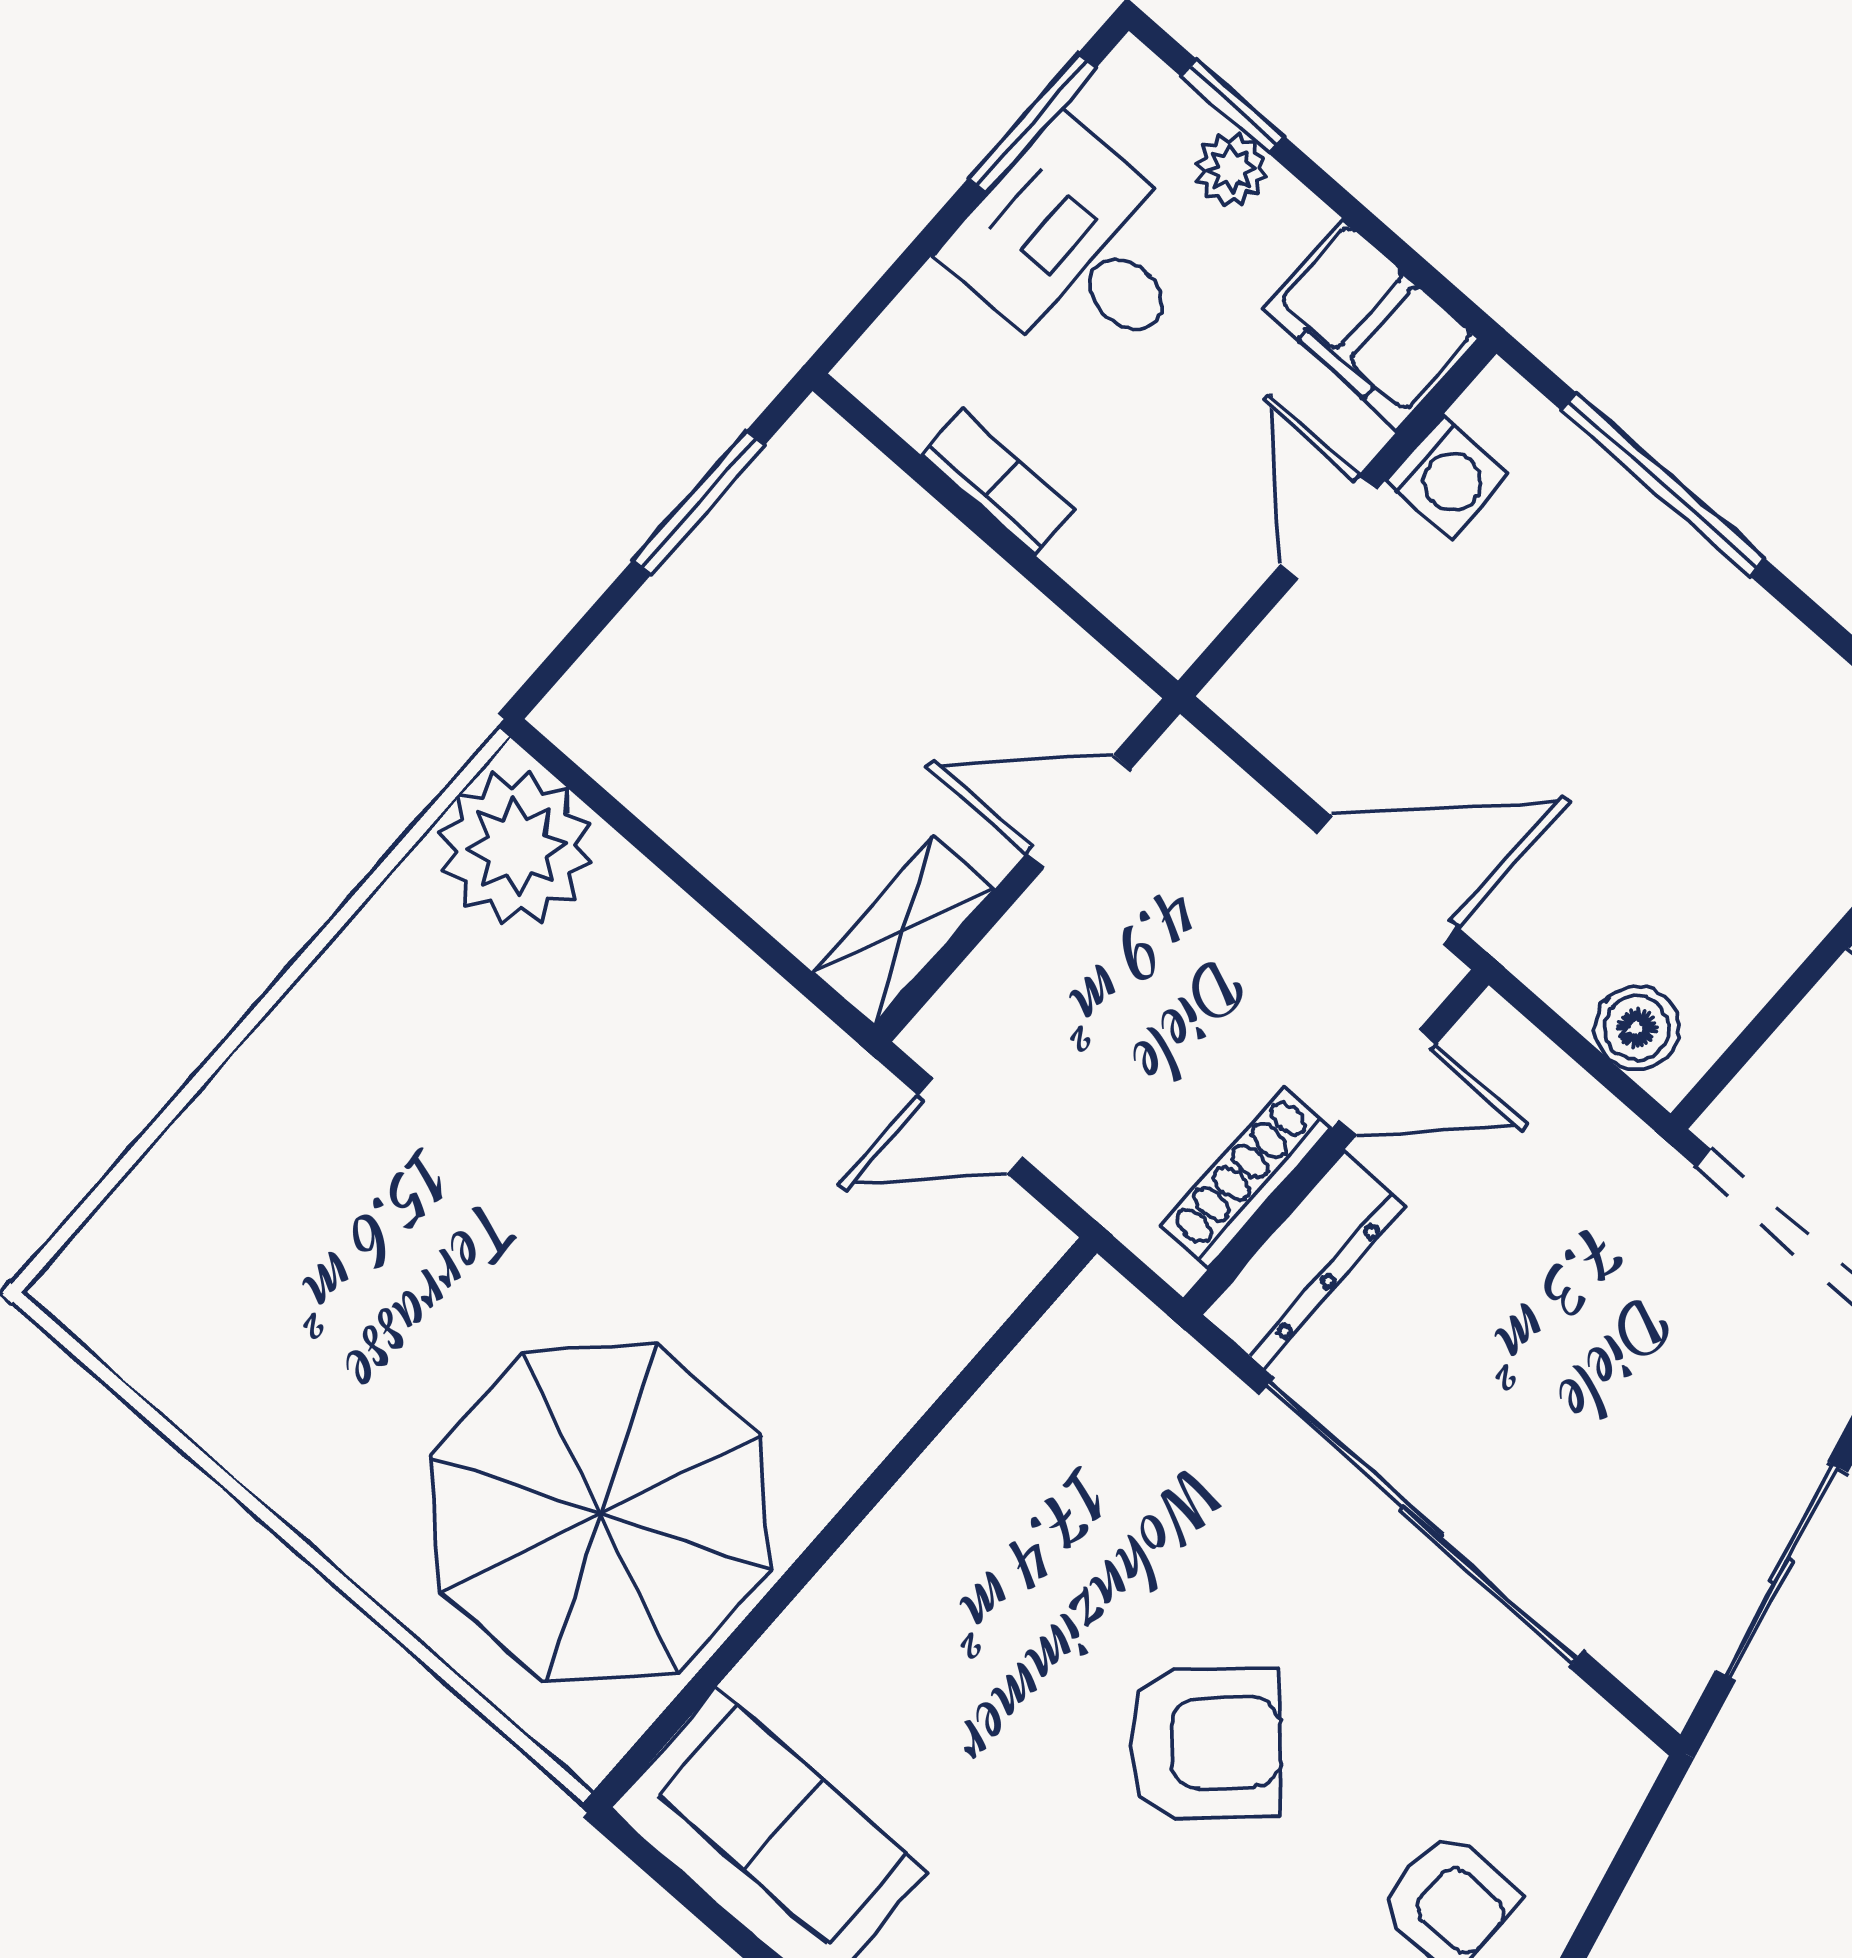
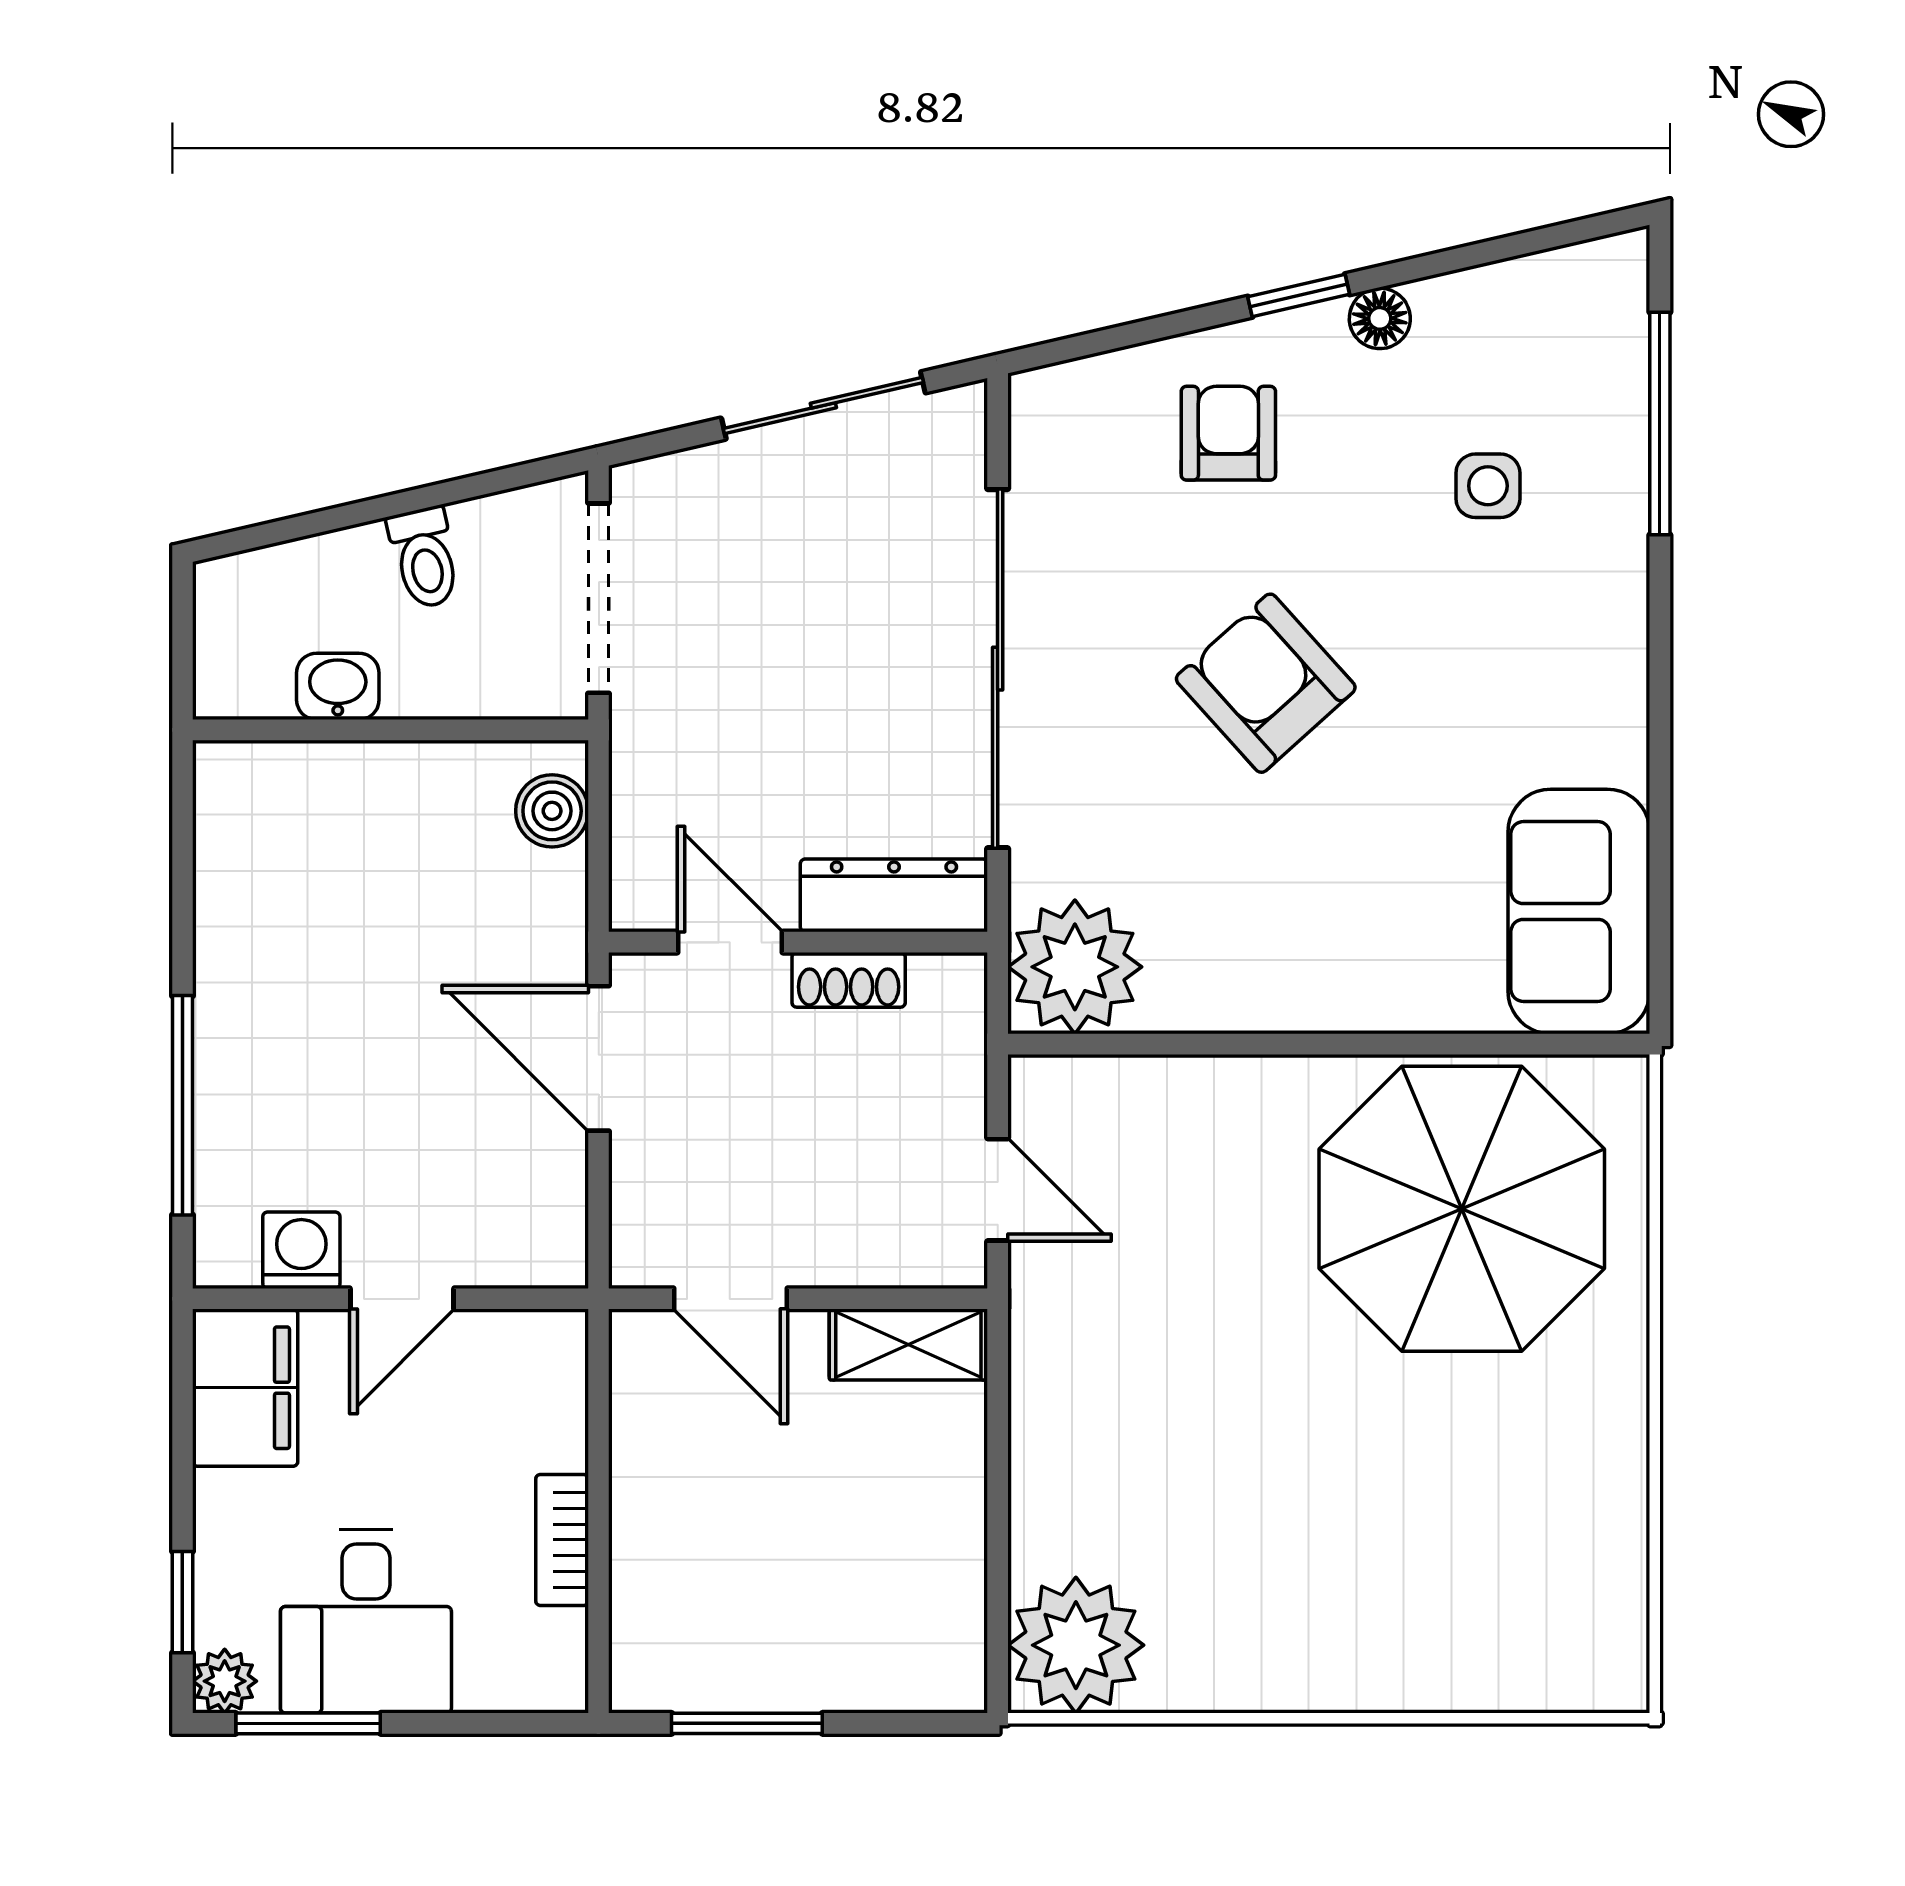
plant: (1231, 169) -> (225, 1681), moved
shoe rack: (1246, 1177) -> (849, 980), width x0.70
plant: (1104, 1362) -> (1075, 967), added

